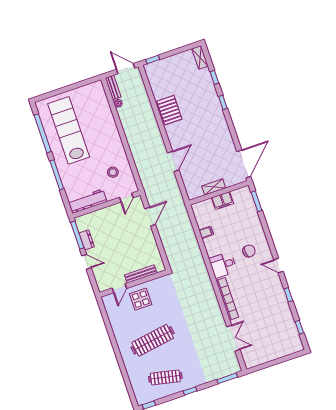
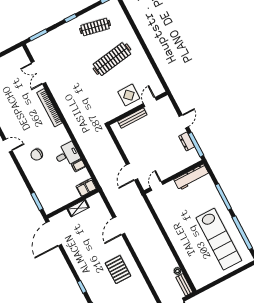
pallet: (169, 110) -> (118, 270), moved
stool: (113, 172) -> (172, 207), removed
filing cabinet: (222, 201) -> (86, 187), moved
door: (86, 262) -> (184, 121), swing flipped
desk: (223, 265) -> (67, 155), moved

